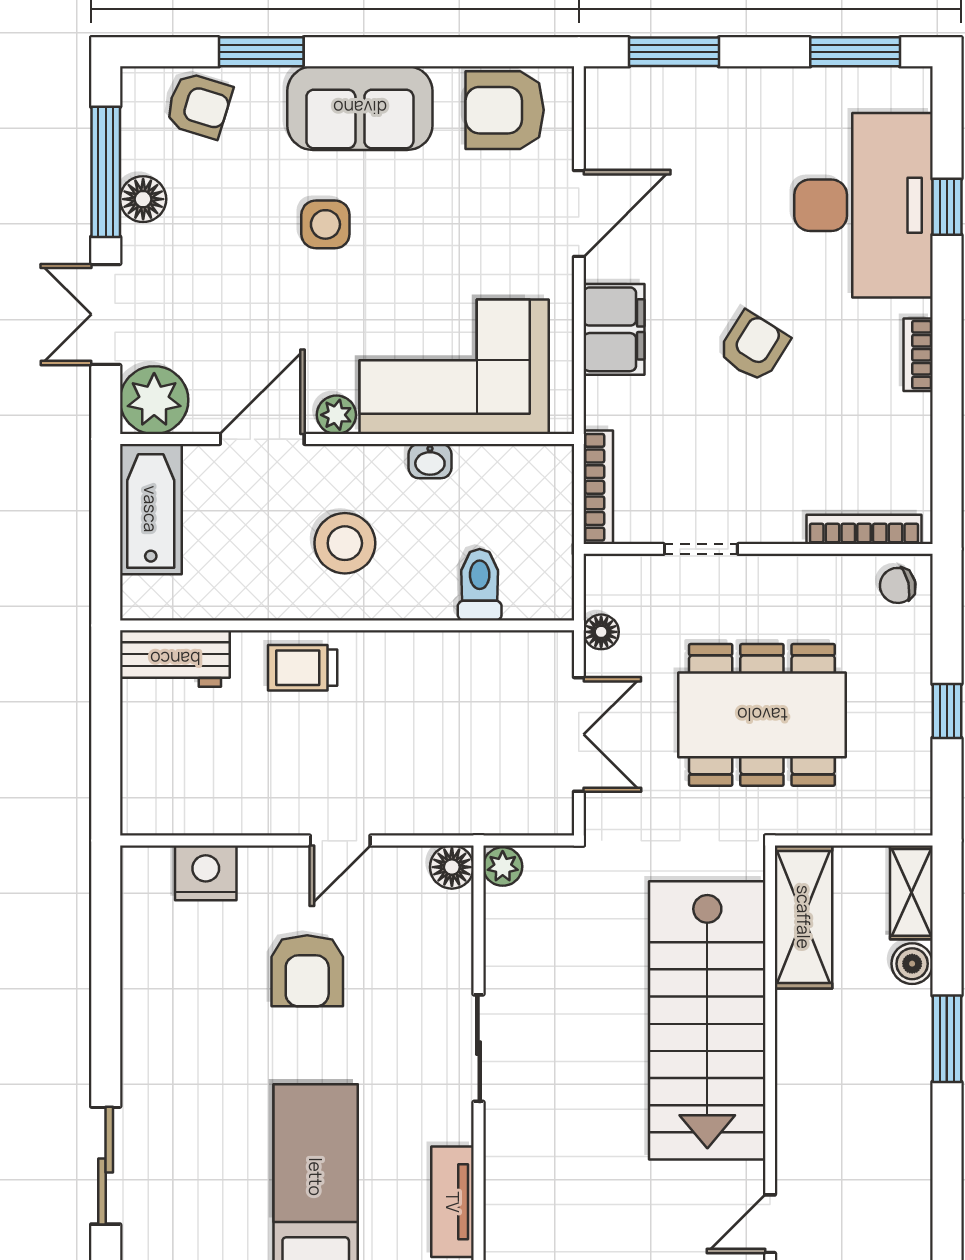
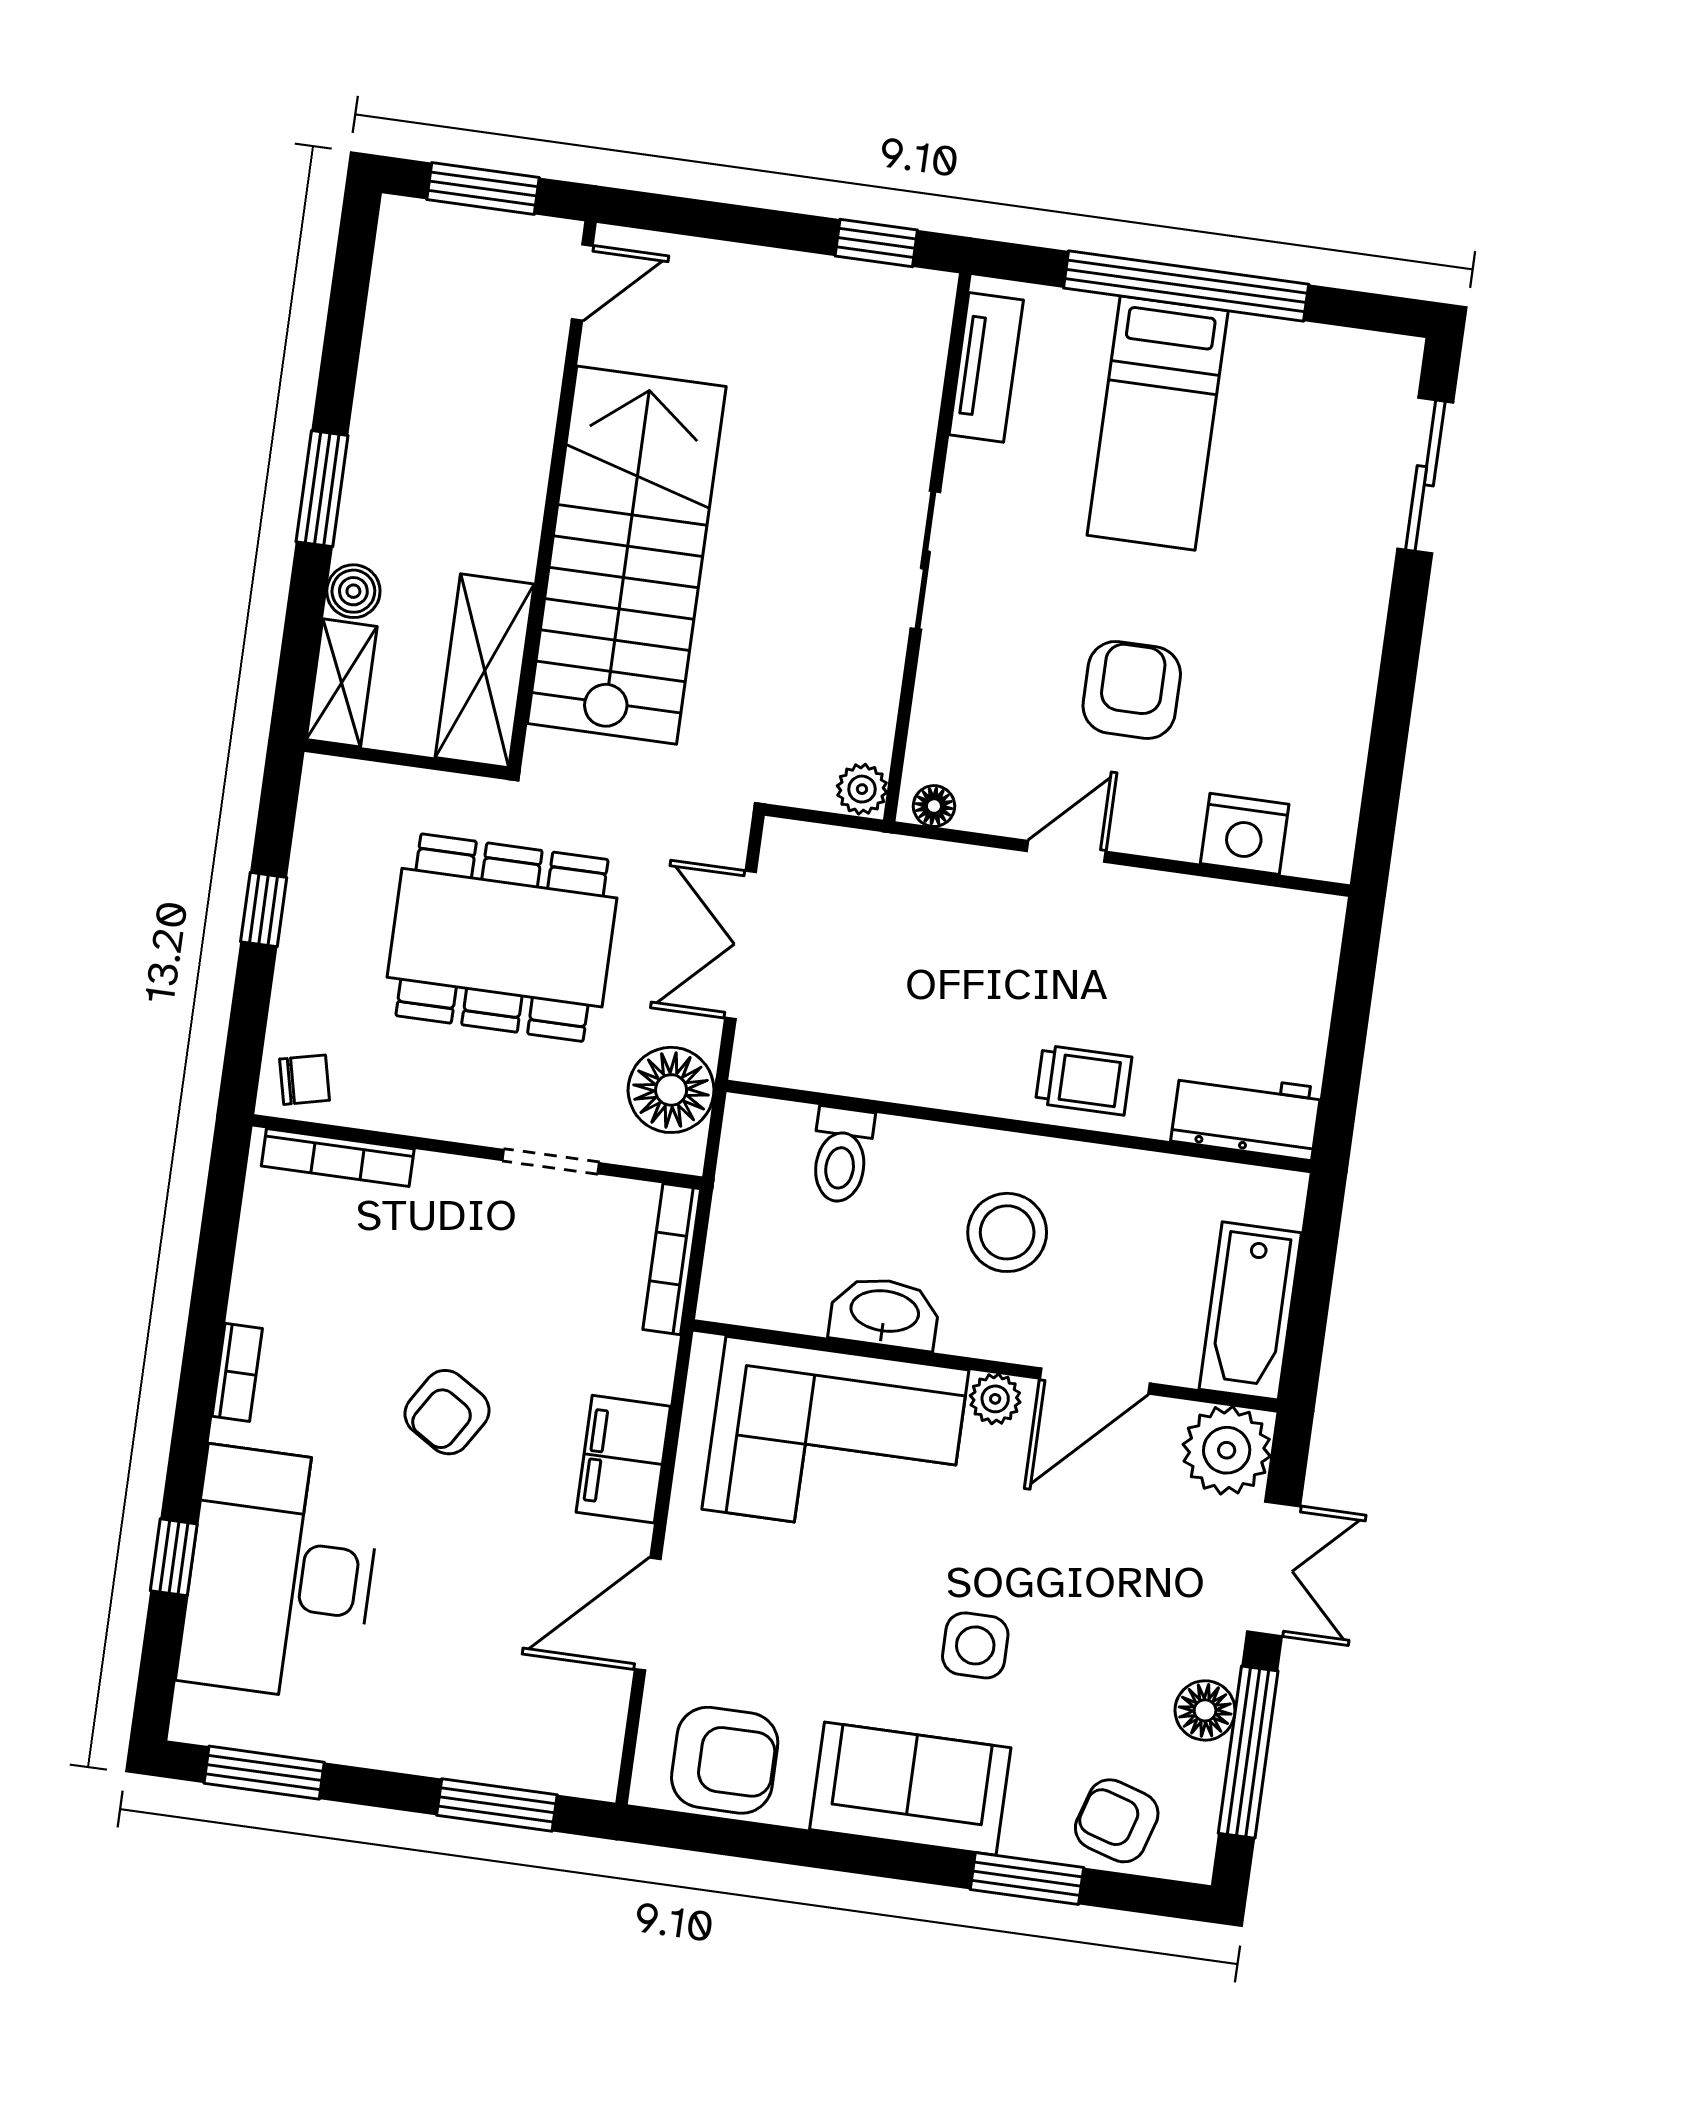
washbasin: (430, 461) -> (884, 1313), width x1.91, depth x1.45
floor lamp: (601, 632) -> (671, 1090), width x1.89, depth x1.89
floor lamp: (452, 867) -> (934, 806), width x0.73, depth x0.73

